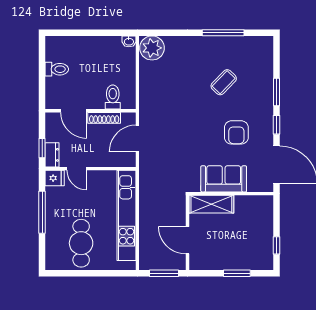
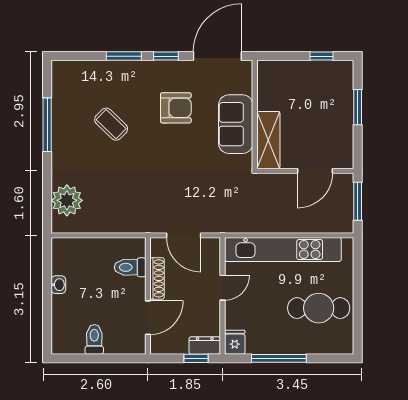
washbasin: (129, 41) -> (58, 285), moved
plant: (152, 48) -> (67, 200), moved
door: (77, 169) -> (222, 288), moved

